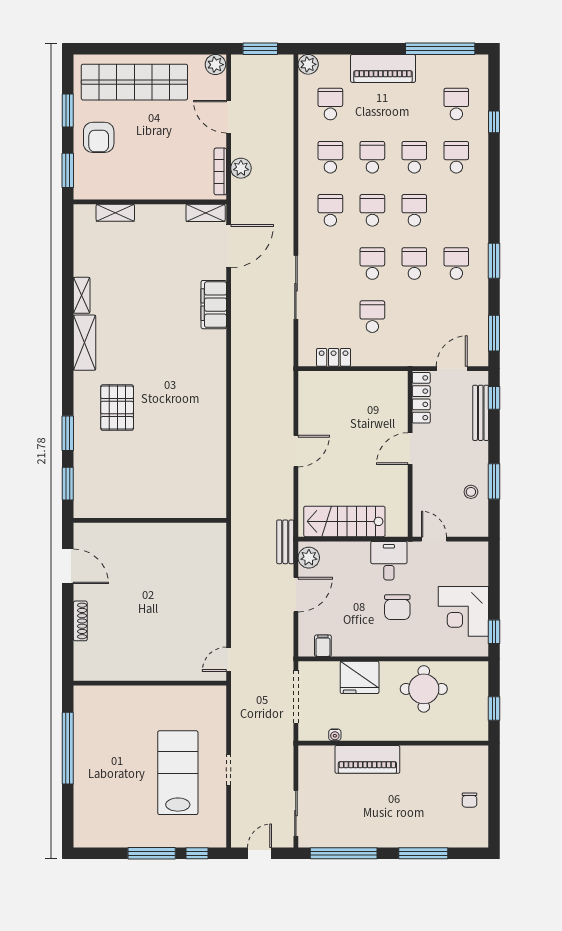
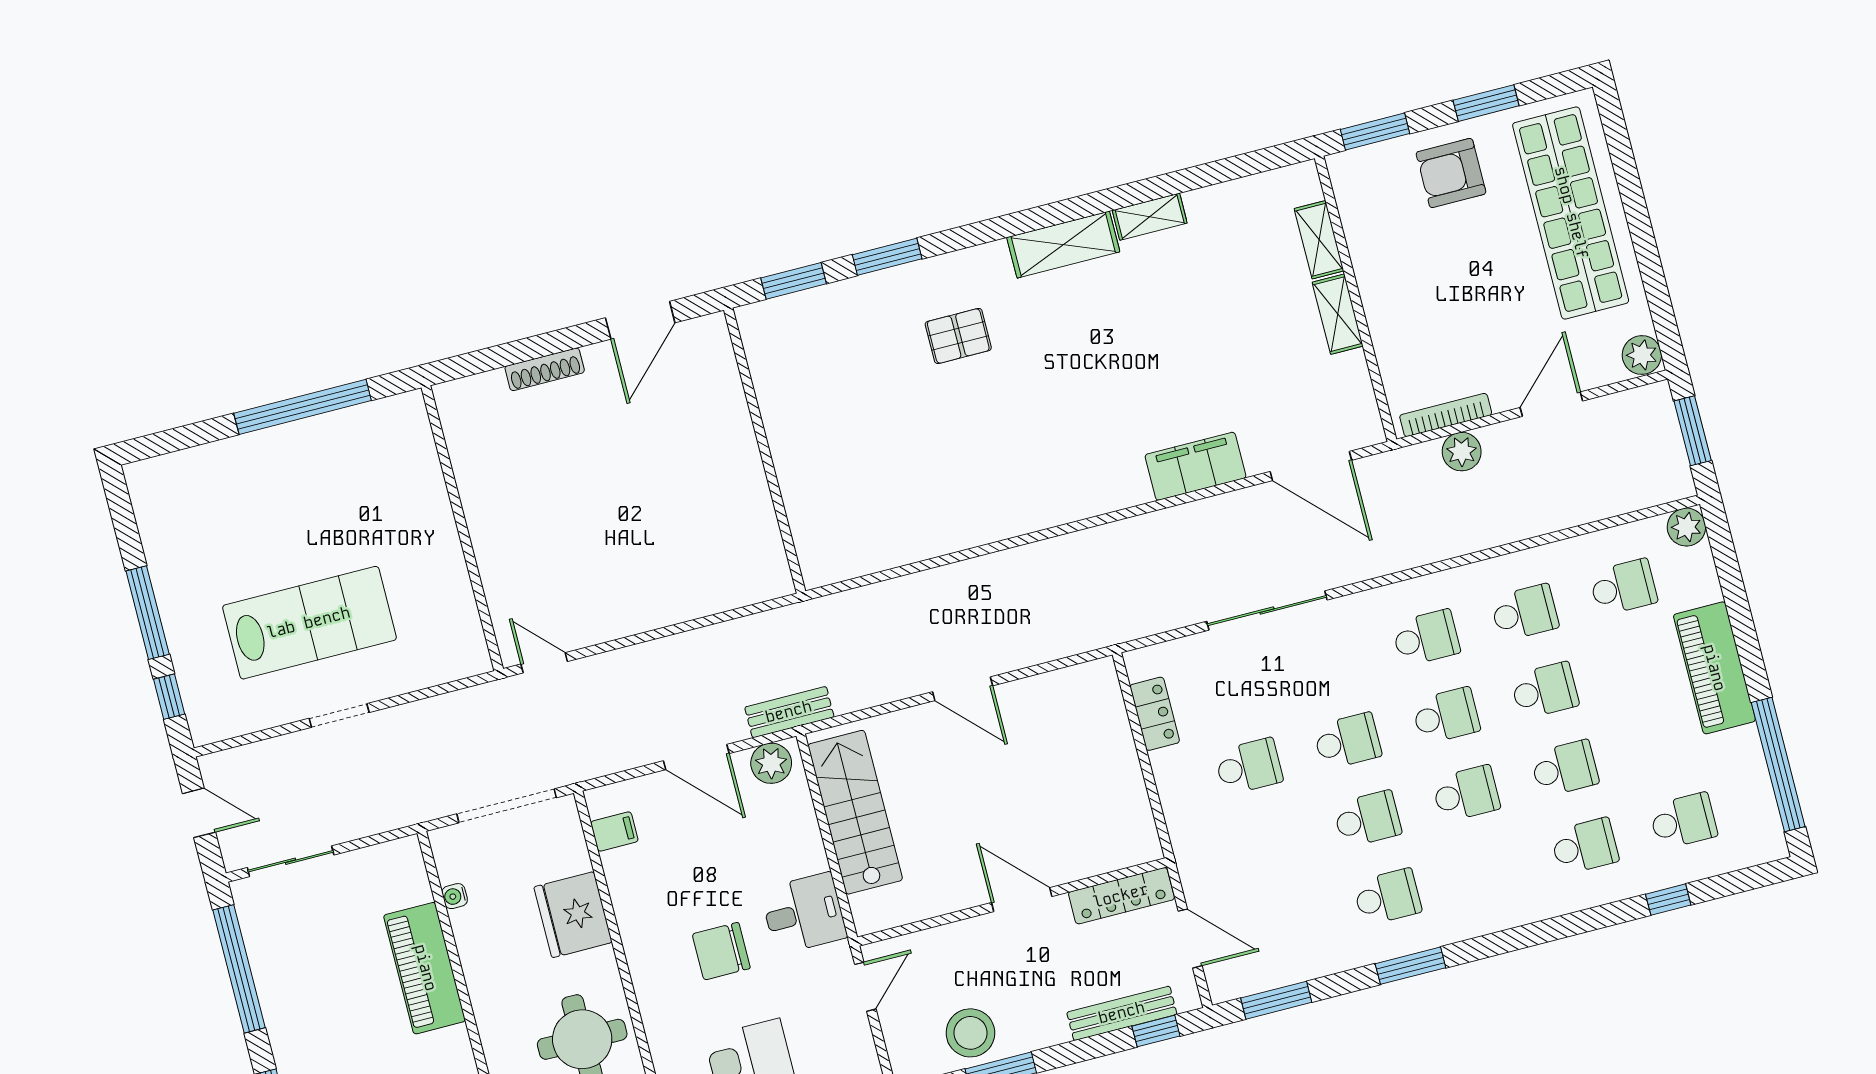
shelving: (206, 213) -> (1338, 314), moved
pallet: (117, 408) -> (958, 336), width x0.67, depth x0.71
stool: (471, 492) -> (970, 1033), width x1.89, depth x1.89

